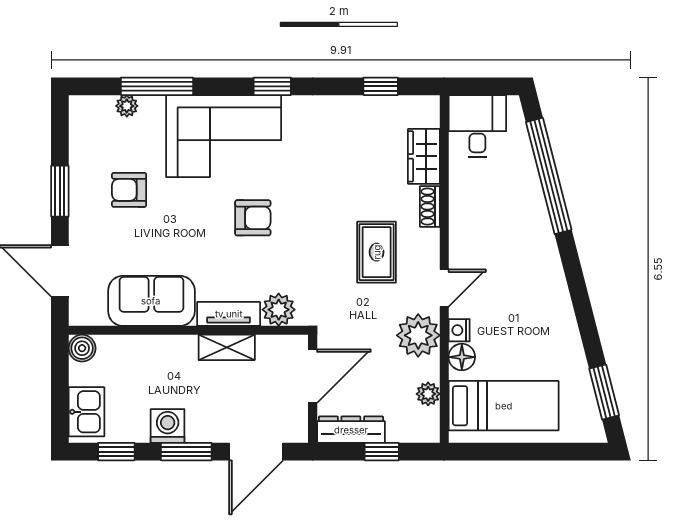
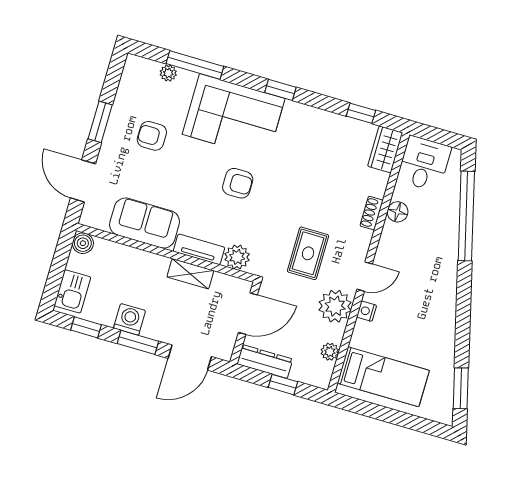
wardrobe: (424, 156) -> (385, 149), moved
rug: (377, 252) -> (308, 253), moved
floor lamp: (462, 357) -> (398, 212), moved

